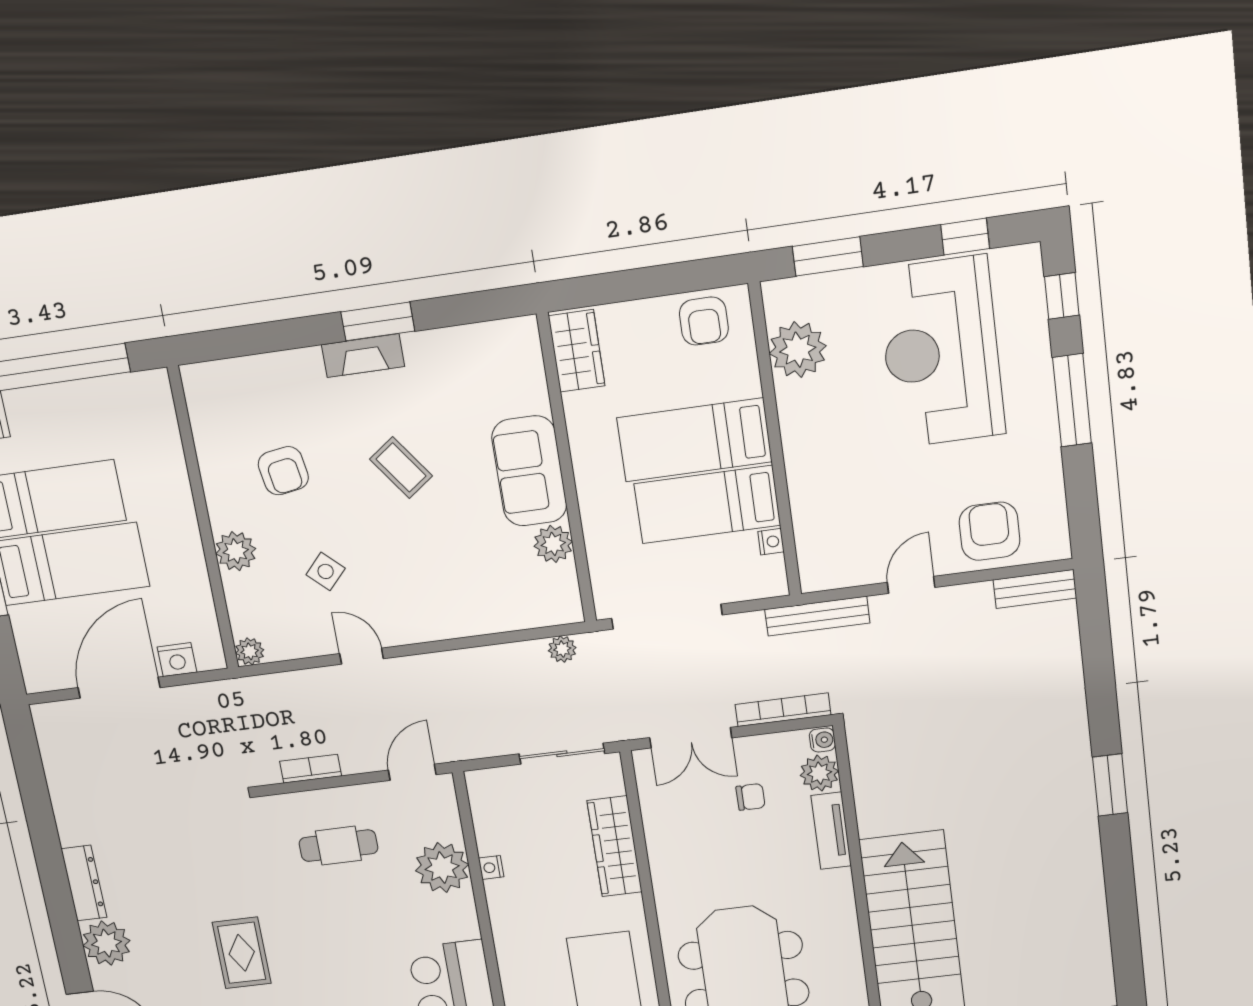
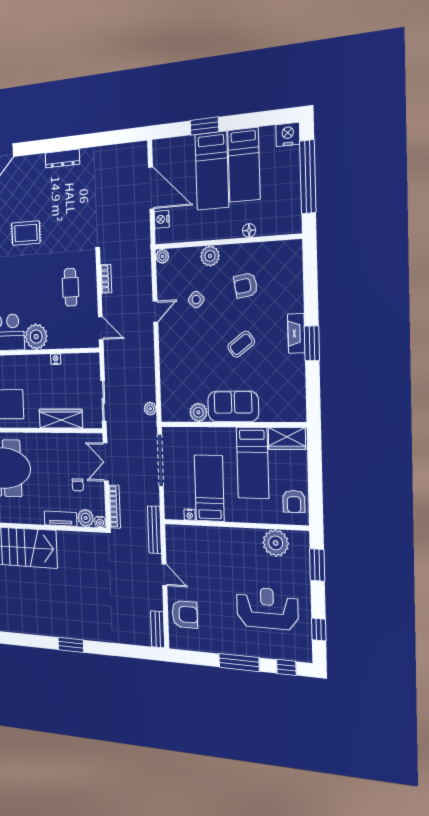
armchair: (704, 321) -> (294, 501), turned -90
reception desk: (941, 352) -> (267, 608), width x0.74, depth x0.77
bed: (694, 440) -> (253, 463), moved, turned 180
floor lamp: (176, 475) -> (249, 230), added
plant: (442, 868) -> (36, 337), moved
plant: (106, 943) -> (34, 166), removed

